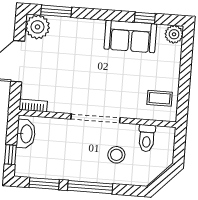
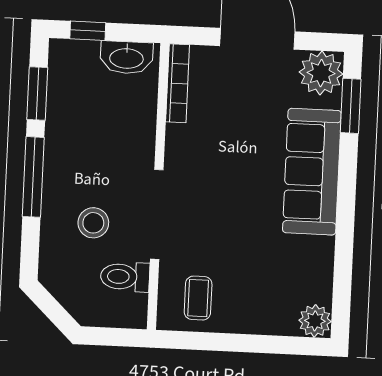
window: (145, 18) -> (343, 267), removed
sofa: (130, 36) -> (312, 172), moved, width x1.36
bookcase: (33, 105) -> (178, 83), width x1.56
doorway: (96, 118) -> (157, 214), moved

